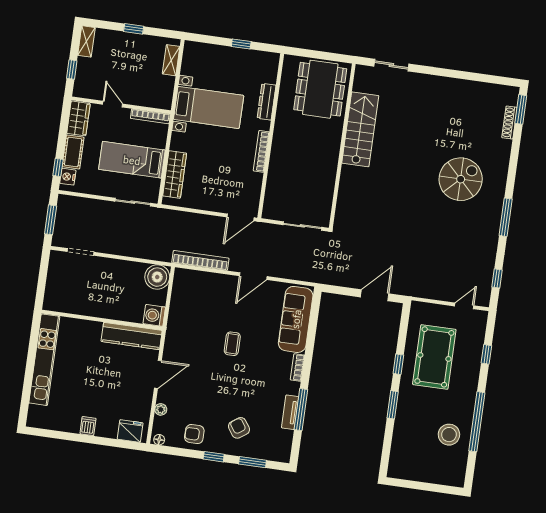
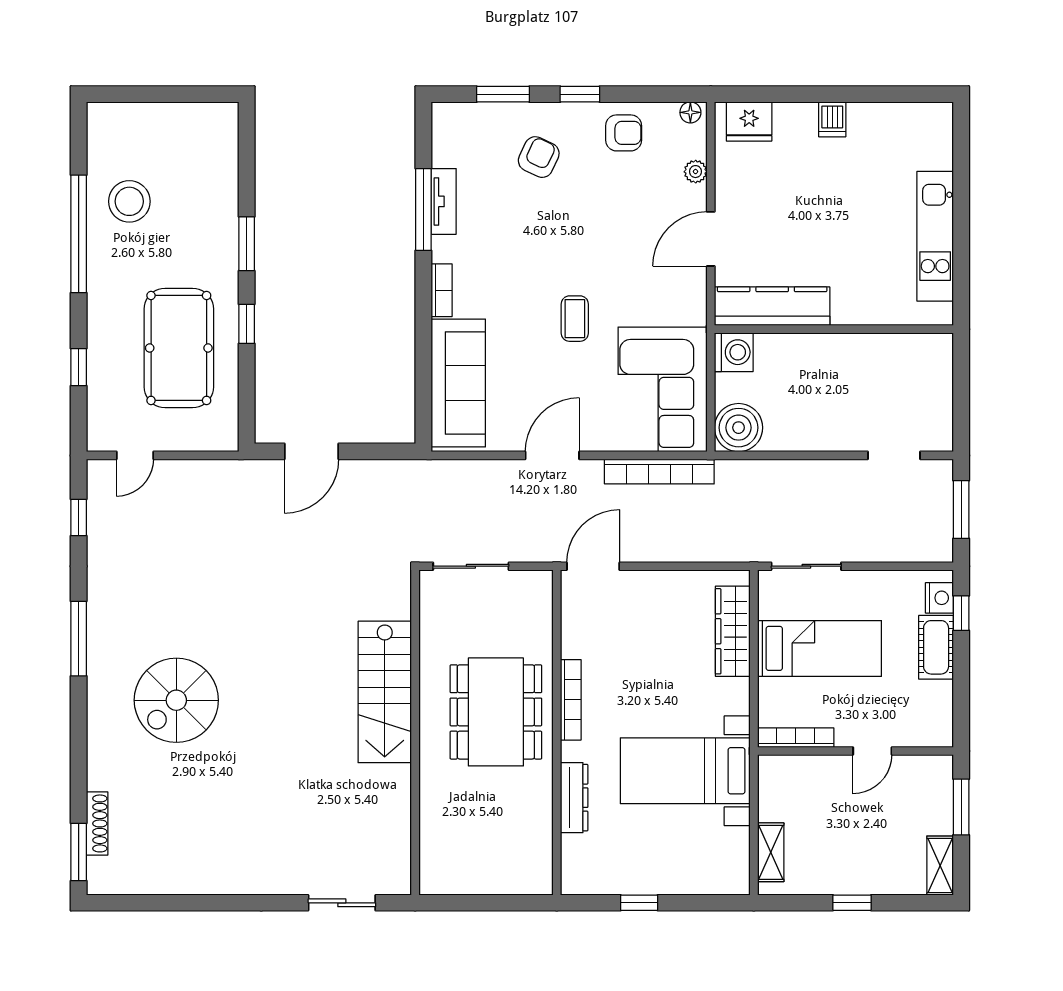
window: (72, 70) -> (961, 807), width x1.50
dining table: (320, 89) -> (496, 712), moved
door: (113, 104) -> (872, 751), hinge flipped
wardrobe: (78, 118) -> (935, 714), removed
stairs: (360, 129) -> (385, 692), moved
corner sofa: (193, 302) -> (663, 389), added
kitchen unit: (44, 360) -> (935, 236), width x0.73
armchair: (239, 428) -> (539, 157), turned -120

